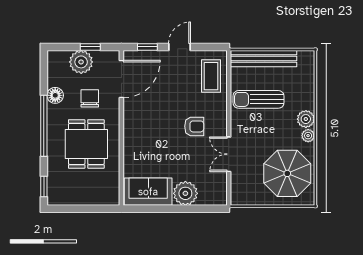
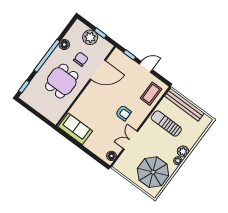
door: (121, 79) -> (98, 70), moved
floor lamp: (220, 192) -> (112, 156), added
plant: (185, 193) -> (94, 144), removed

